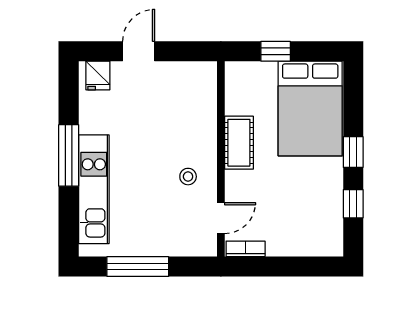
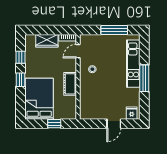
wardrobe: (292, 242) -> (47, 41), added

